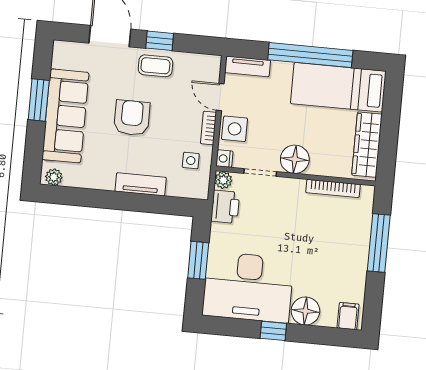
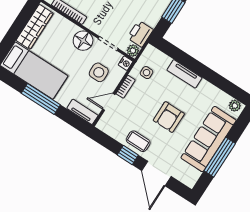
window: (310, 55) -> (41, 99), width x0.68
door: (220, 97) -> (109, 102), swing flipped
window: (39, 100) -> (220, 157), width x1.44
side table: (235, 129) -> (99, 72), moved

